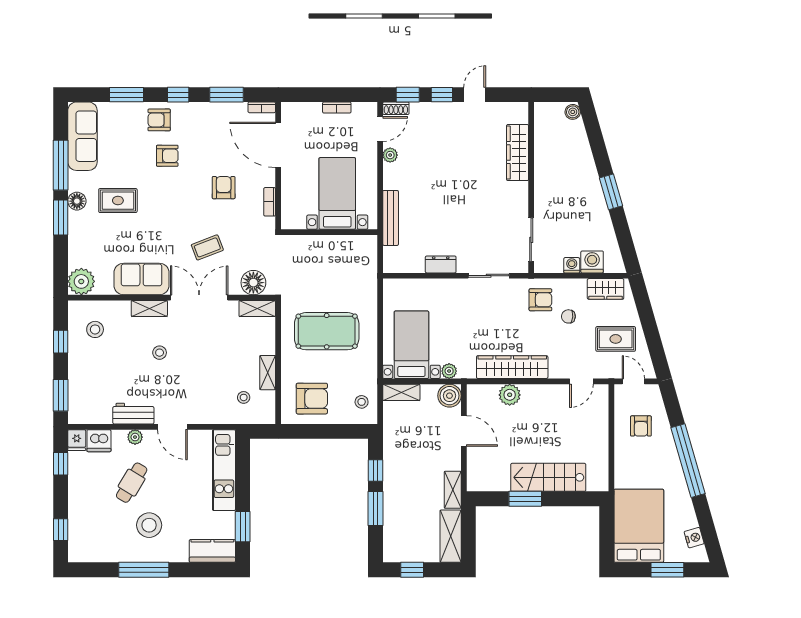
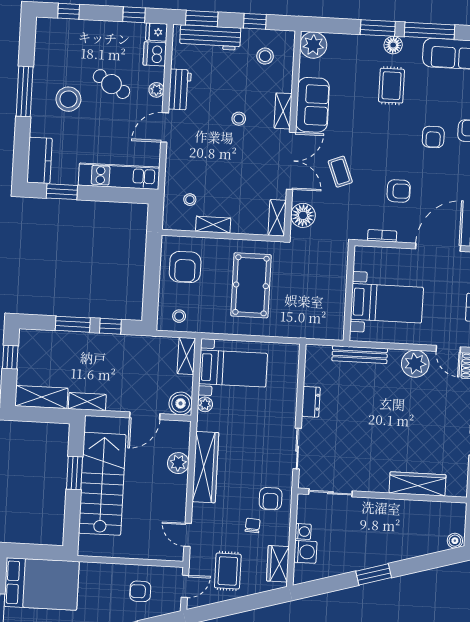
plant: (390, 155) -> (415, 364), width x1.88, depth x1.88
workbench: (79, 386) -> (210, 37), added
stairs: (548, 477) -> (102, 484), width x1.36, depth x1.51

